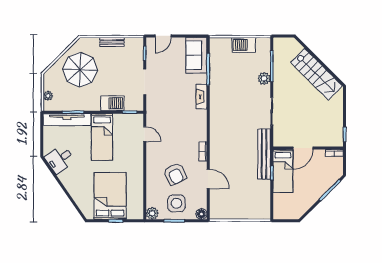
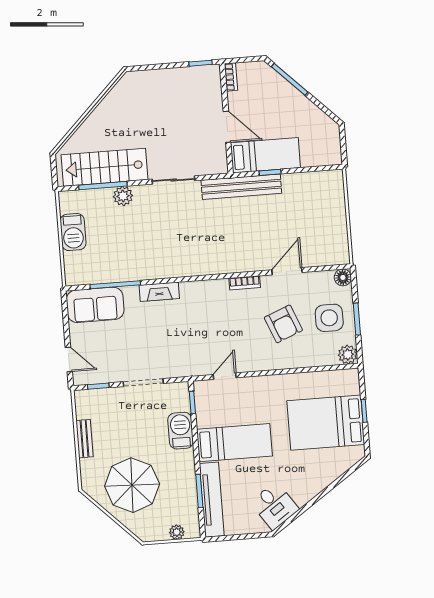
stairs: (316, 74) -> (104, 167), moved, turned -135
armchair: (175, 174) -> (283, 324), turned 95

